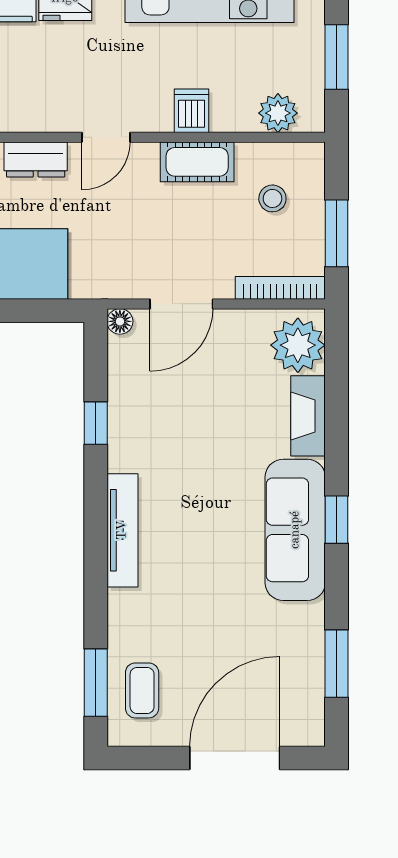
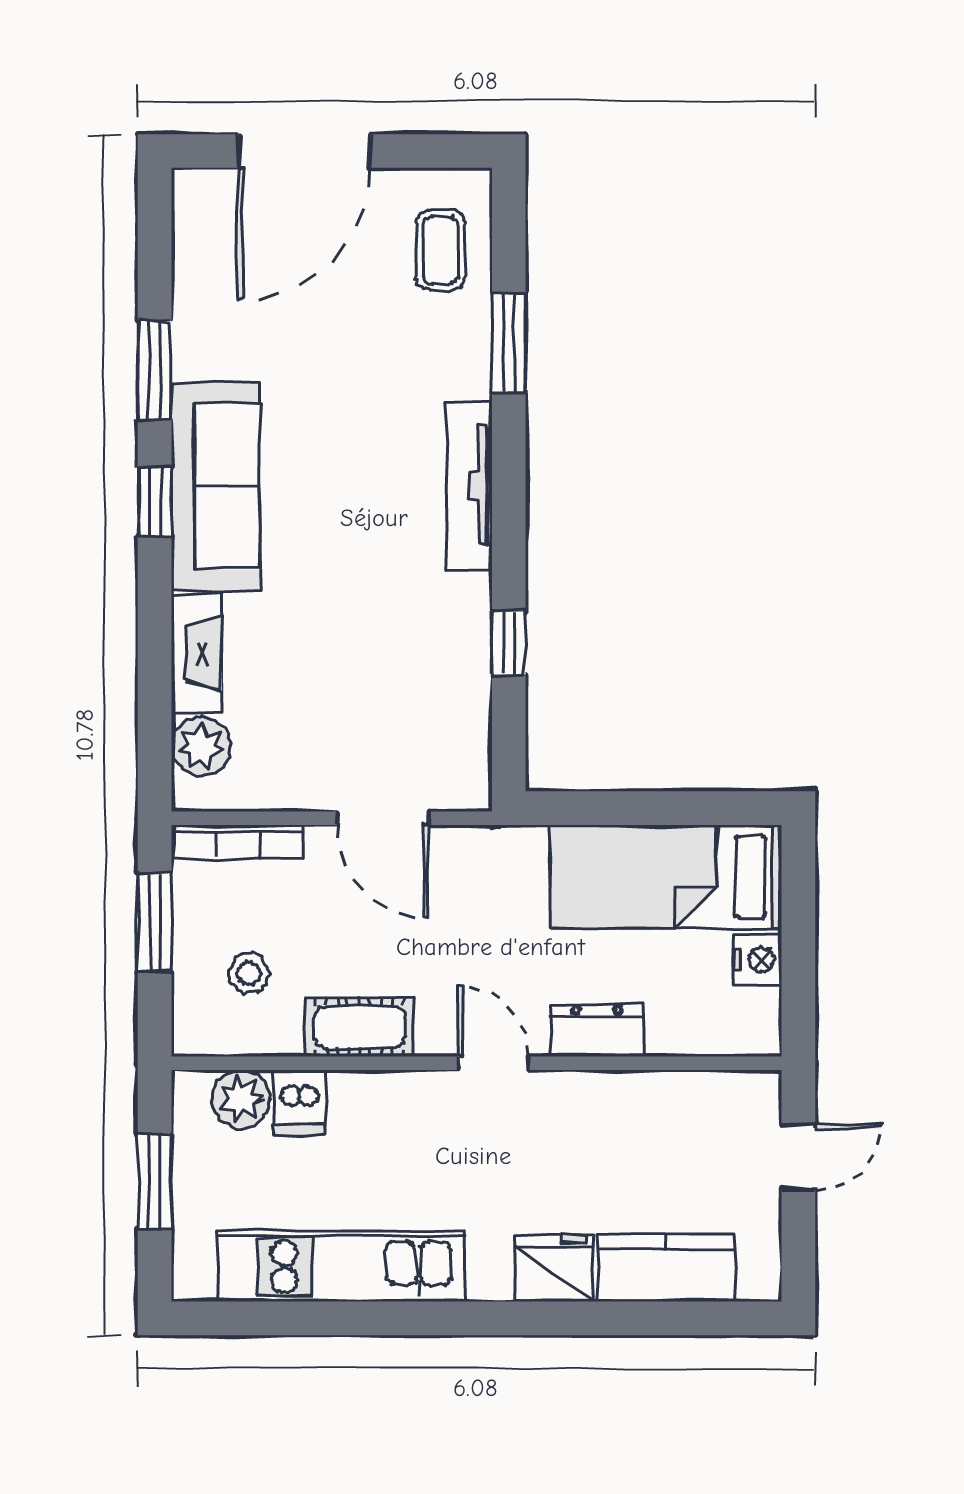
dishwasher: (192, 111) -> (299, 1102), moved
door: (106, 137) -> (494, 1063), hinge flipped
door: (181, 304) -> (383, 818), swing flipped
floor lamp: (120, 321) -> (473, 793), removed
plant: (298, 345) -> (201, 747), width x0.73, depth x0.73
window: (337, 664) -> (155, 371), moved
window: (96, 683) -> (509, 343), moved

